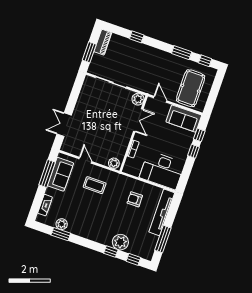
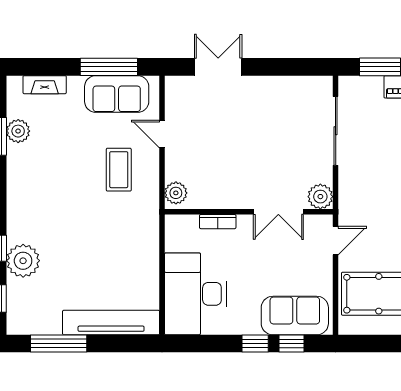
sofa: (184, 119) -> (295, 316), moved, turned 90
door: (85, 160) -> (162, 134), swing flipped
armchair: (135, 199) -> (118, 260), removed

